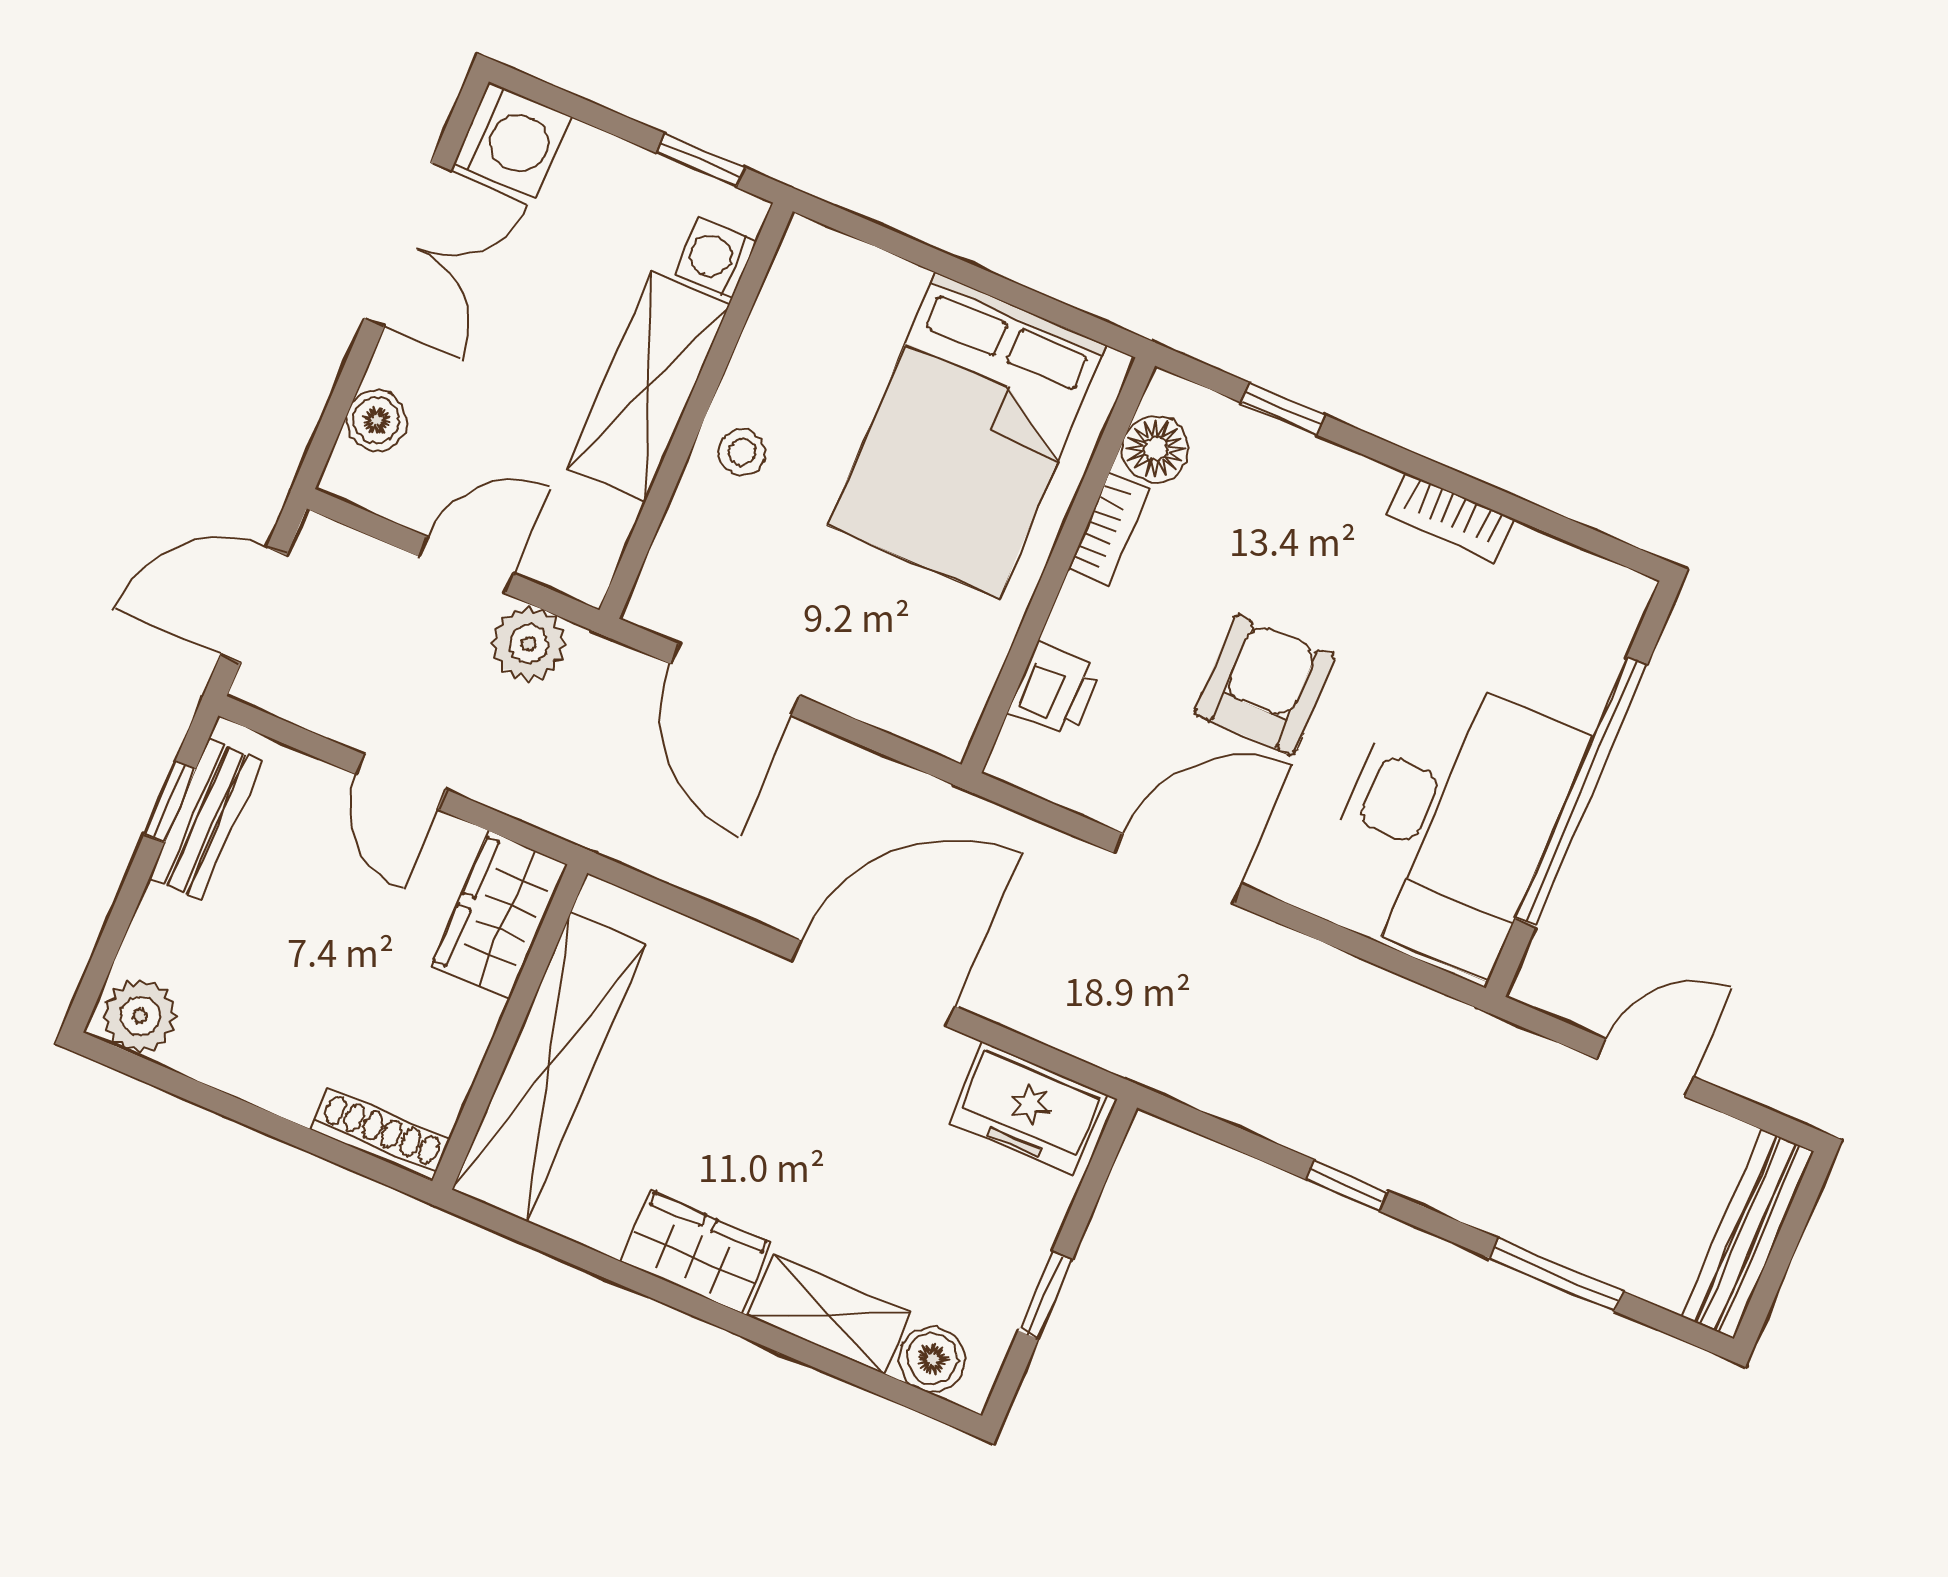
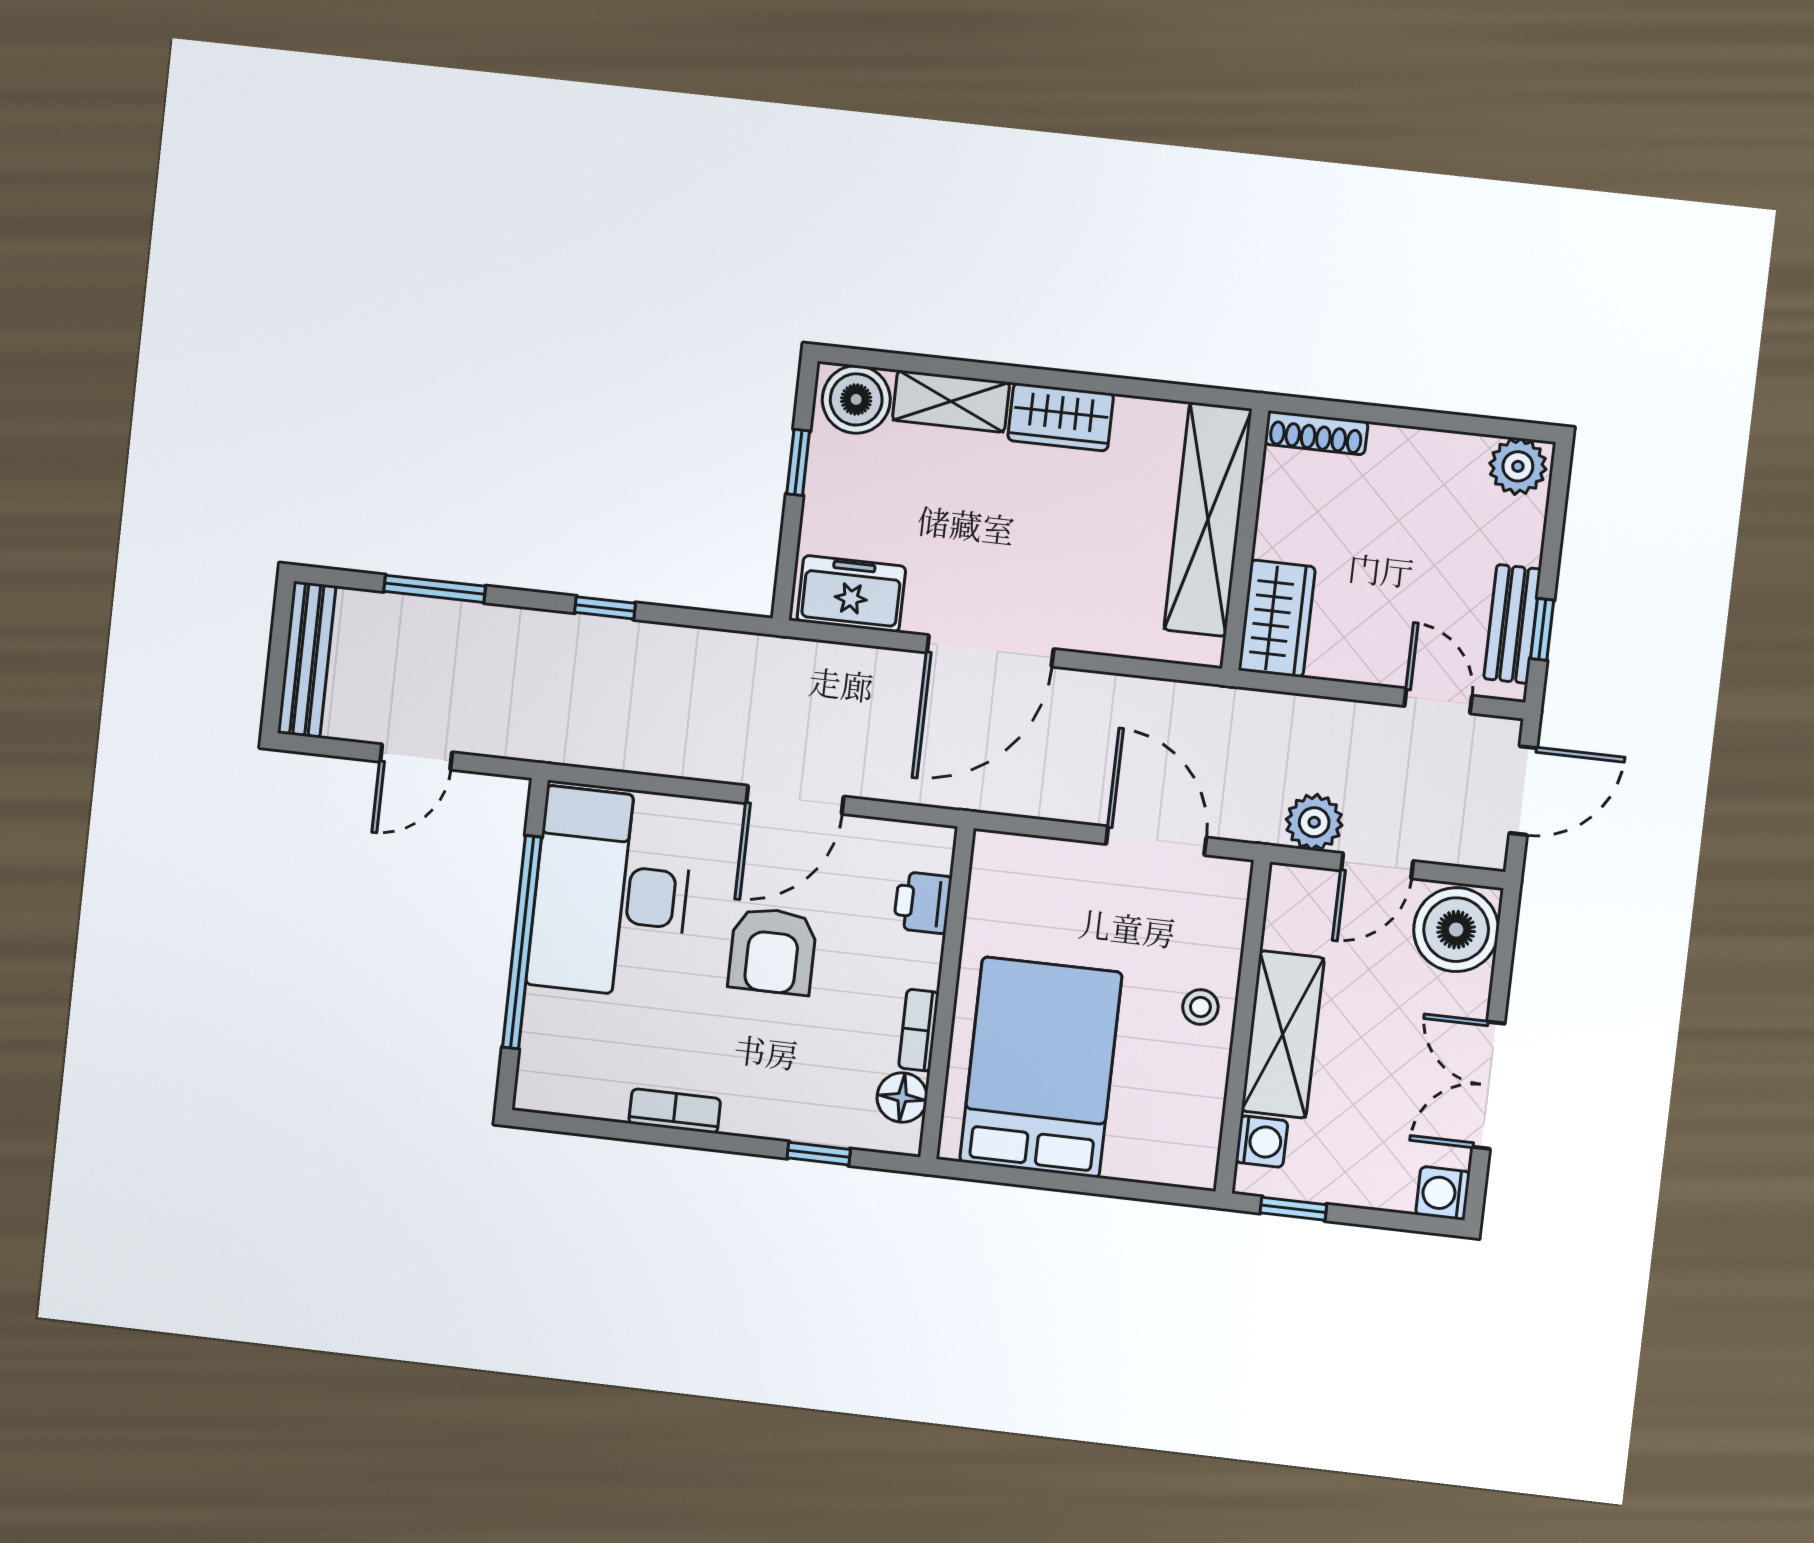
washing machine: (512, 140) -> (1443, 1193), width x0.73, depth x0.73
boiler: (377, 420) -> (1456, 930), width x1.86, depth x1.86
door: (401, 782) -> (1438, 701), moved
boiler: (932, 1359) -> (856, 399), width x1.36, depth x1.36

